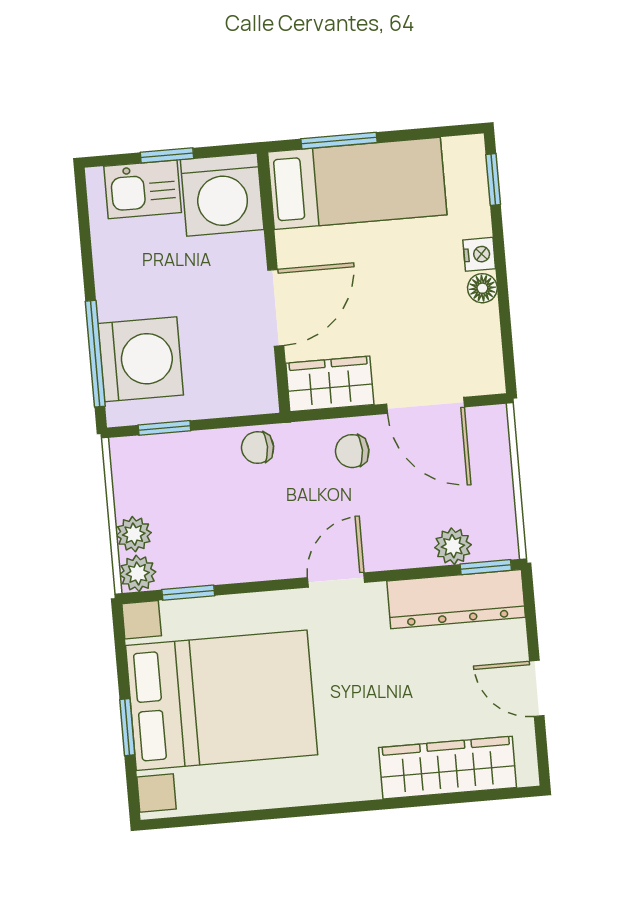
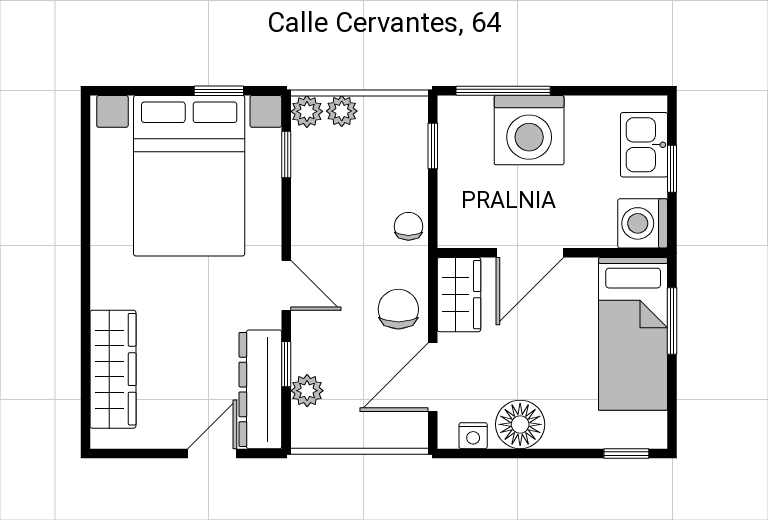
washing machine: (222, 195) -> (643, 223), width x0.73, depth x0.73
nightstand: (479, 254) -> (473, 436), moved
floor lamp: (482, 288) -> (520, 424), width x1.89, depth x1.89
door: (276, 308) -> (530, 253), hinge flipped
washing machine: (141, 359) -> (529, 130), moved
chair: (352, 451) -> (398, 309), width x1.37, depth x1.37
window: (486, 567) -> (286, 364), moved
door: (537, 688) -> (212, 454), moved
window: (127, 727) -> (219, 91), moved

